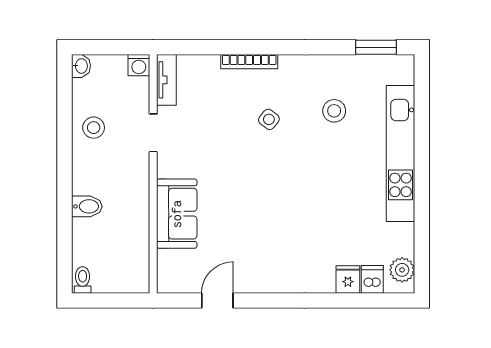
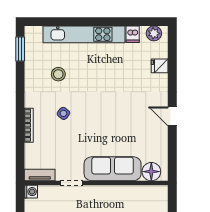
sofa: (177, 214) -> (113, 169), width x1.36
floor lamp: (172, 266) -> (151, 172), added
dishwasher: (372, 279) -> (133, 34), moved, turned -90
door: (217, 300) -> (172, 116), moved

